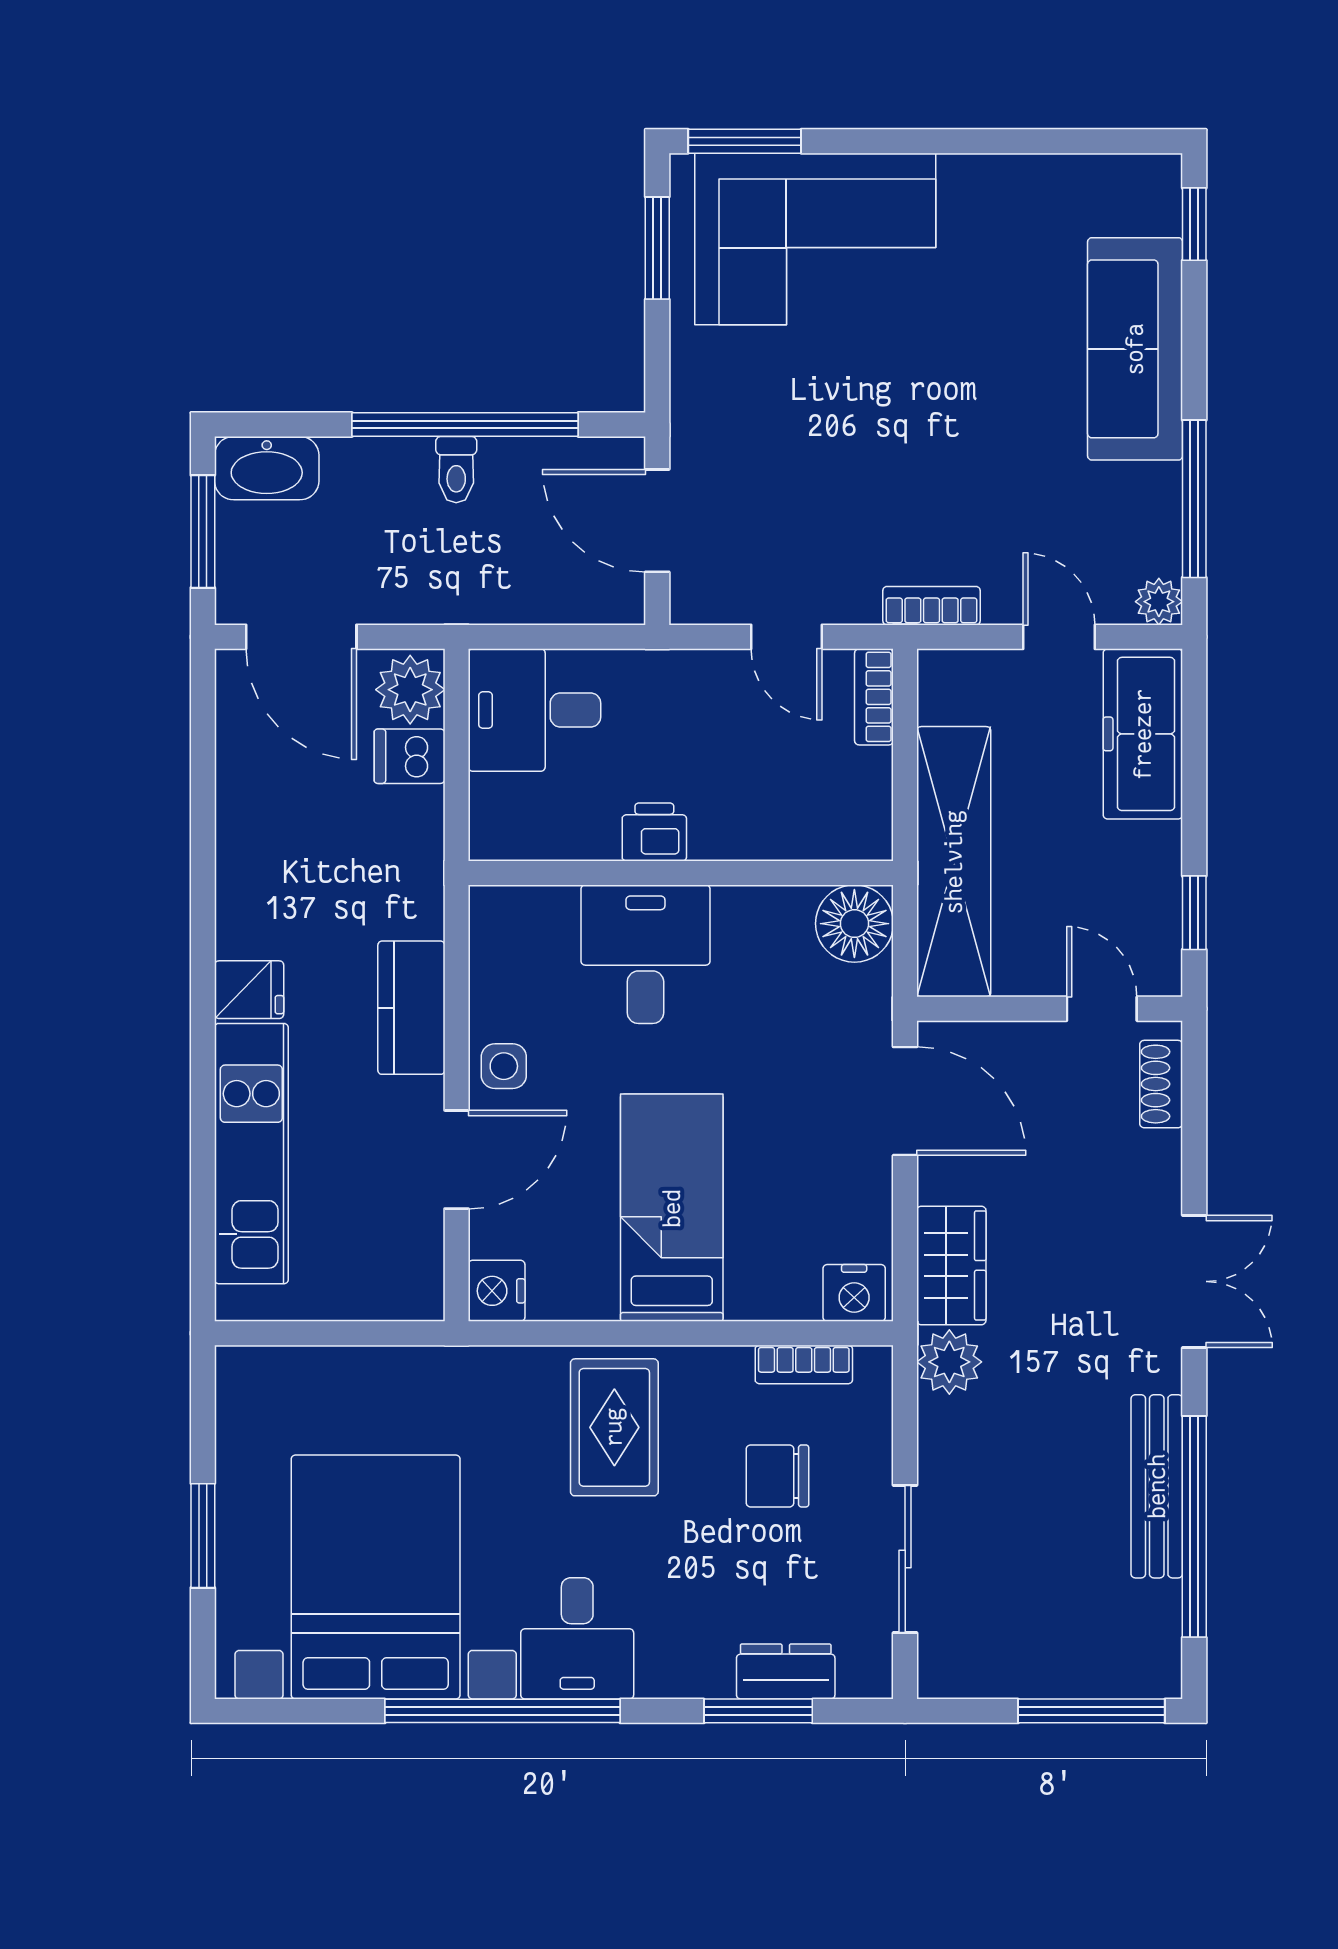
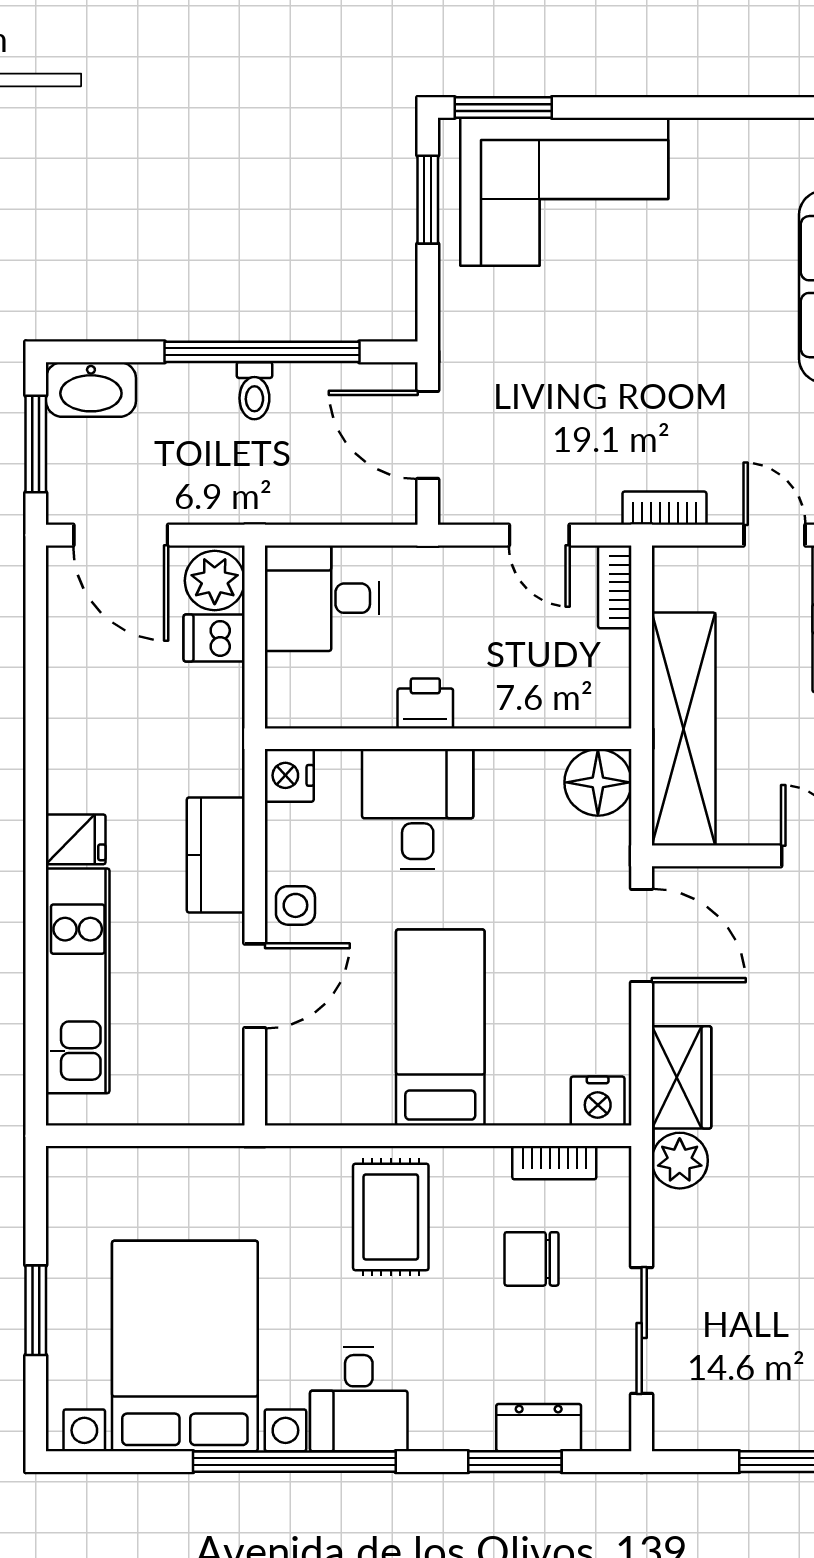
nightstand: (497, 1291) -> (289, 775), moved

